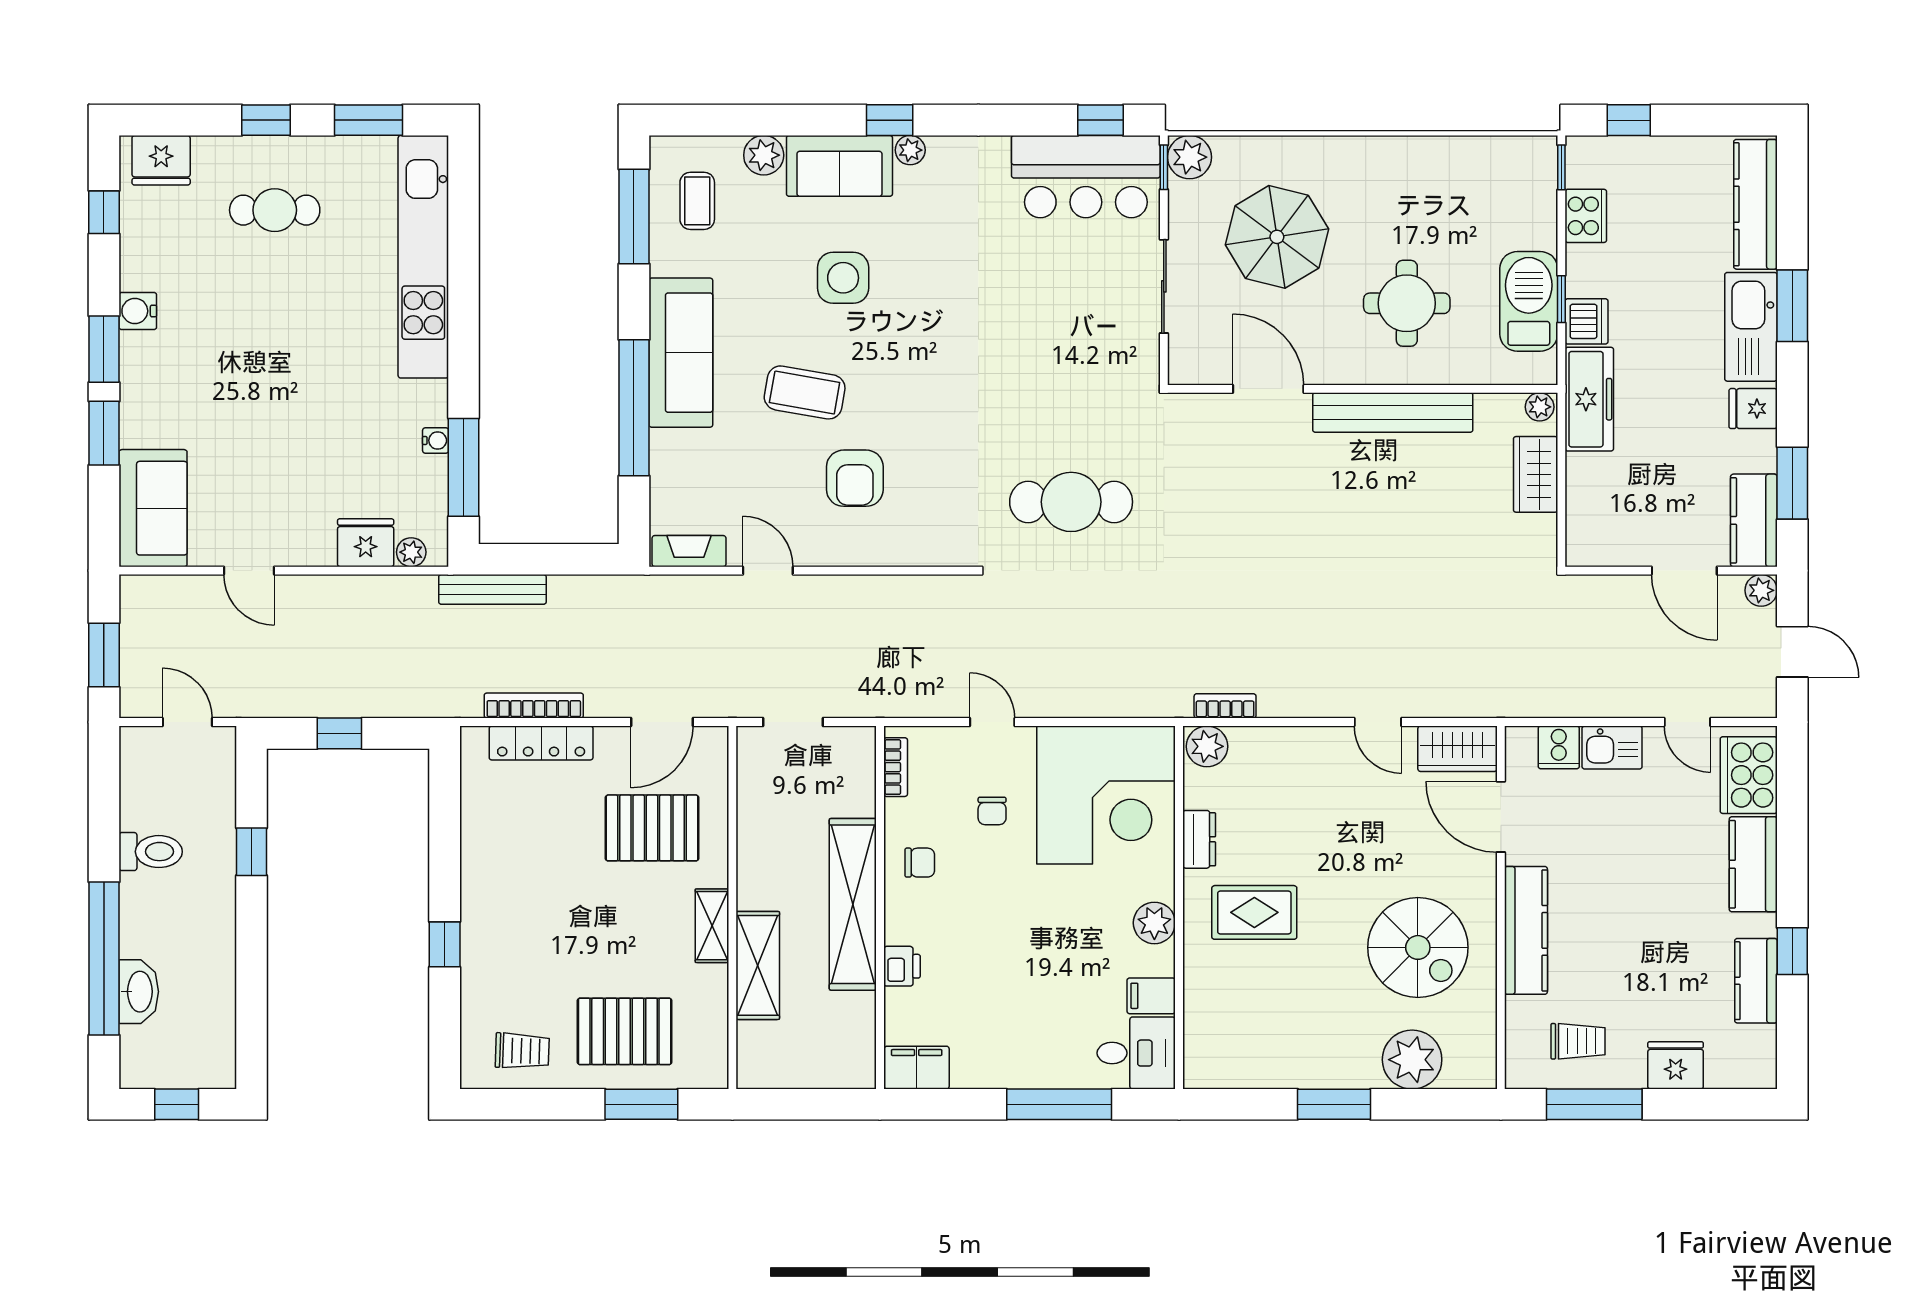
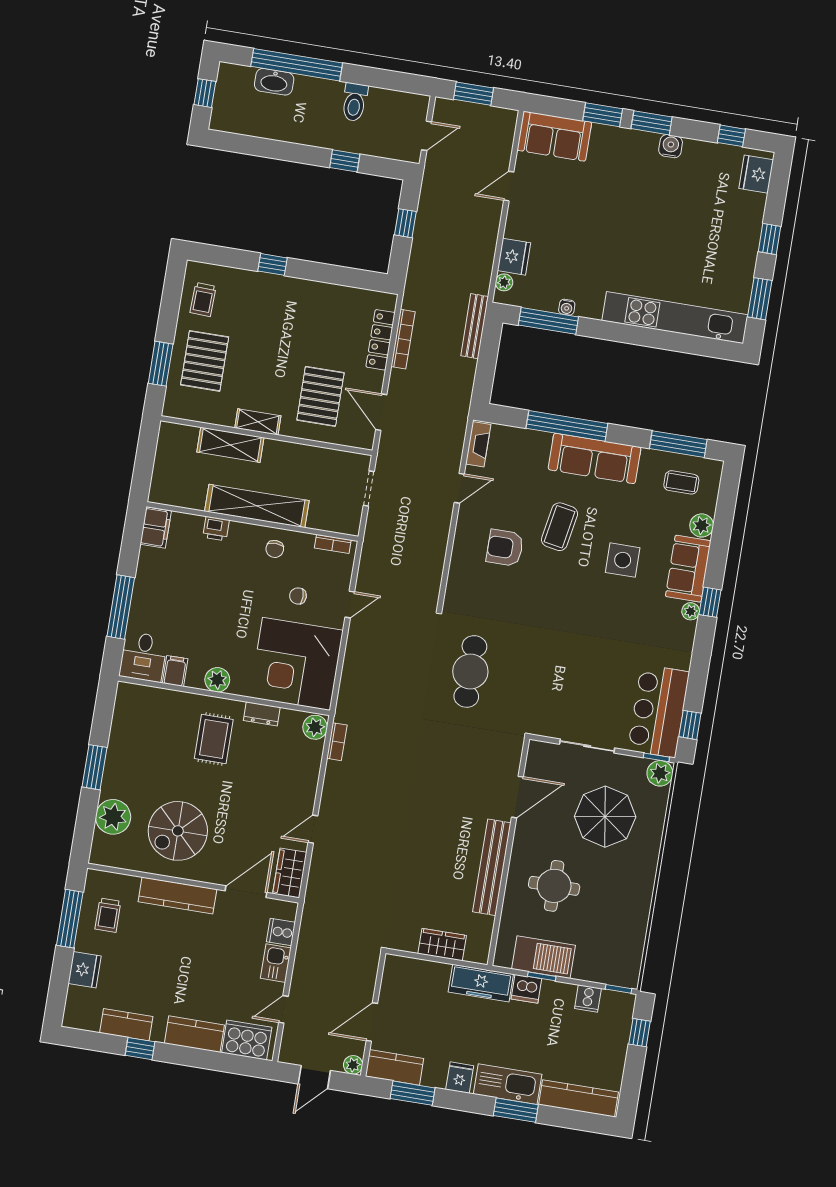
cafe table: (275, 210) -> (716, 236), removed
cooker: (1586, 216) -> (588, 998), width x0.73
plant: (1540, 407) -> (481, 953), removed

